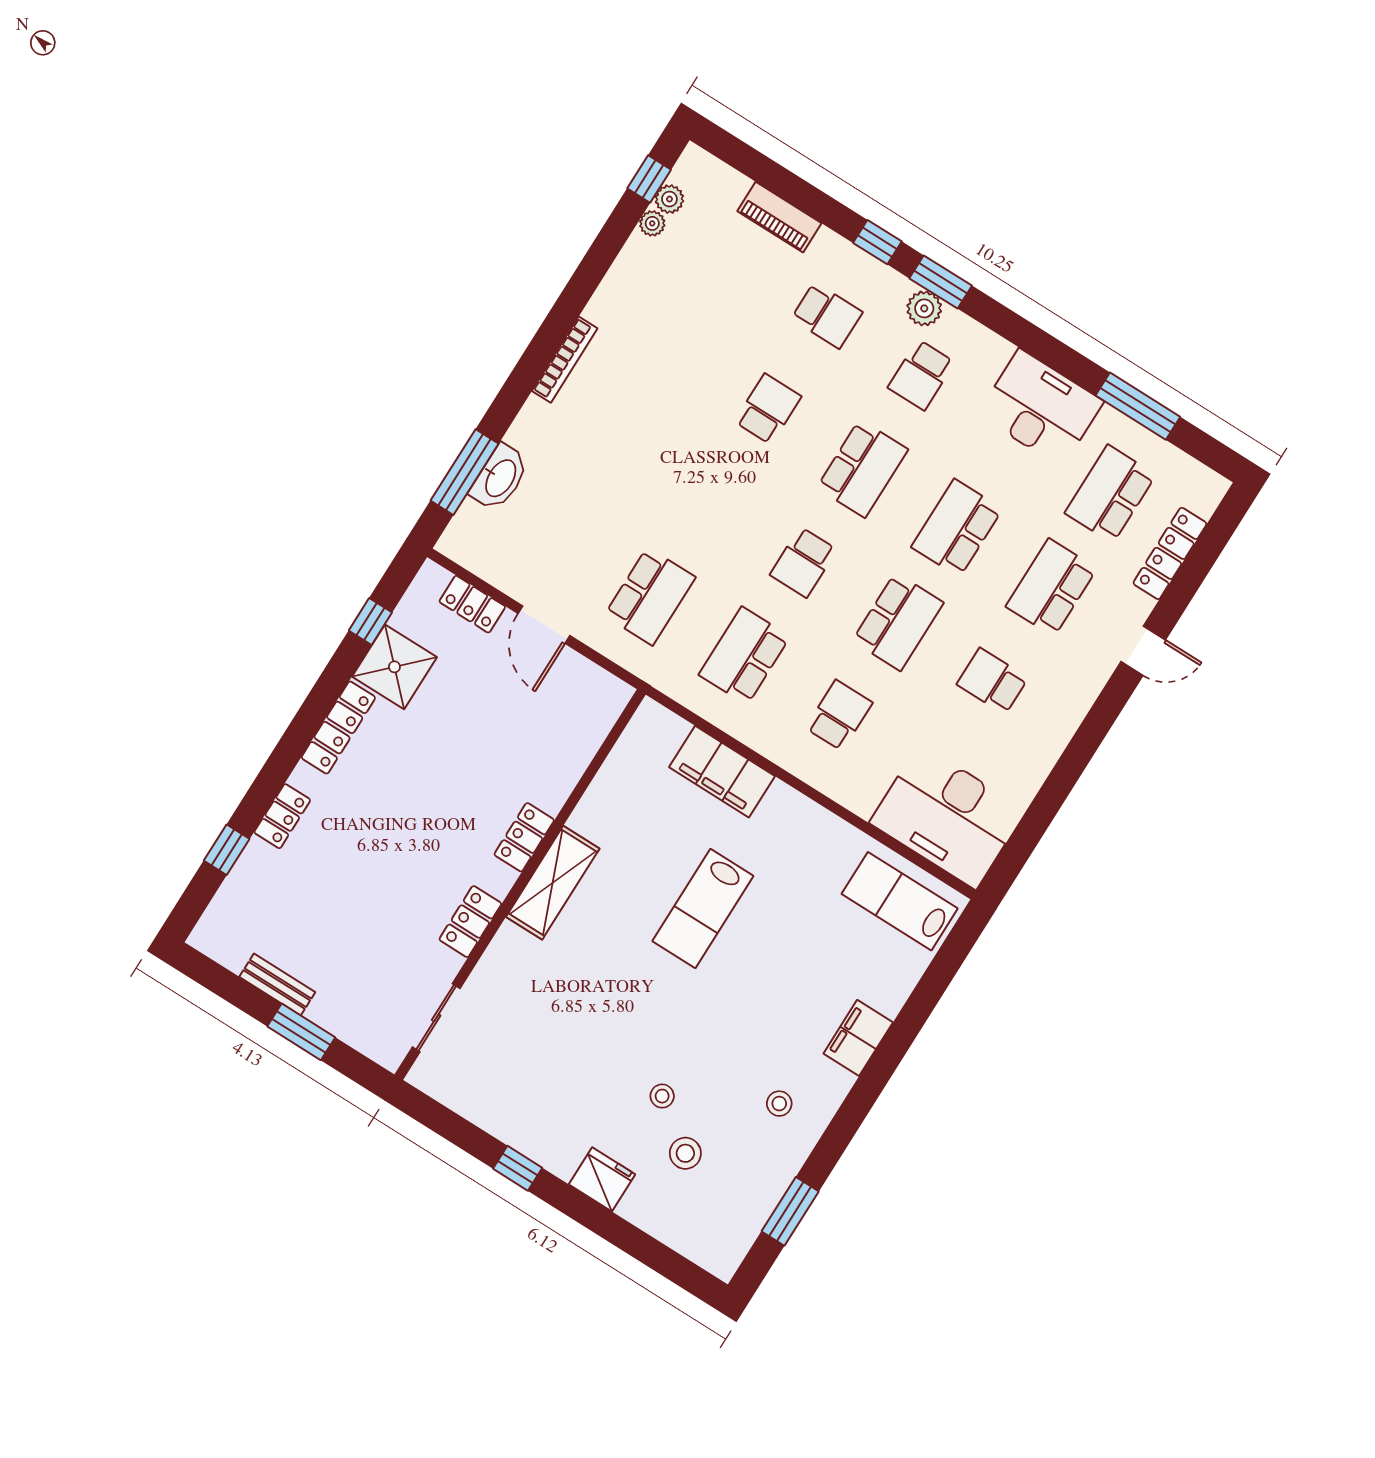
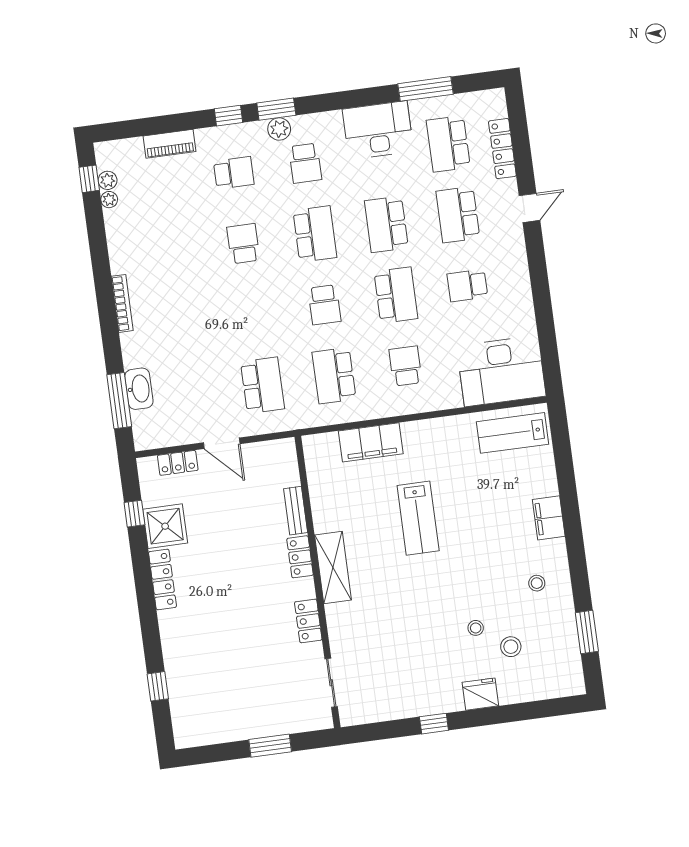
locker: (282, 816) -> (171, 647), removed
bench: (277, 984) -> (296, 511), moved, turned 90

